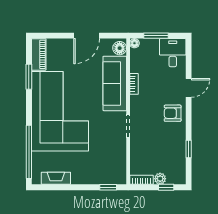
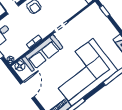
door: (87, 36) -> (27, 90), hinge flipped

